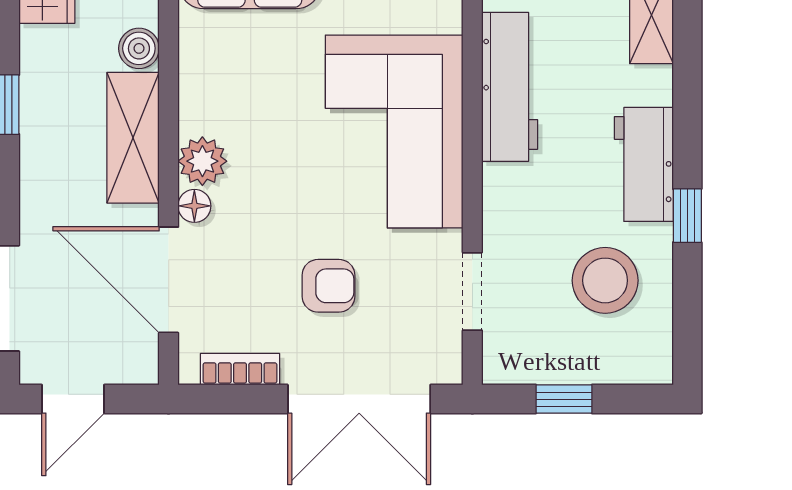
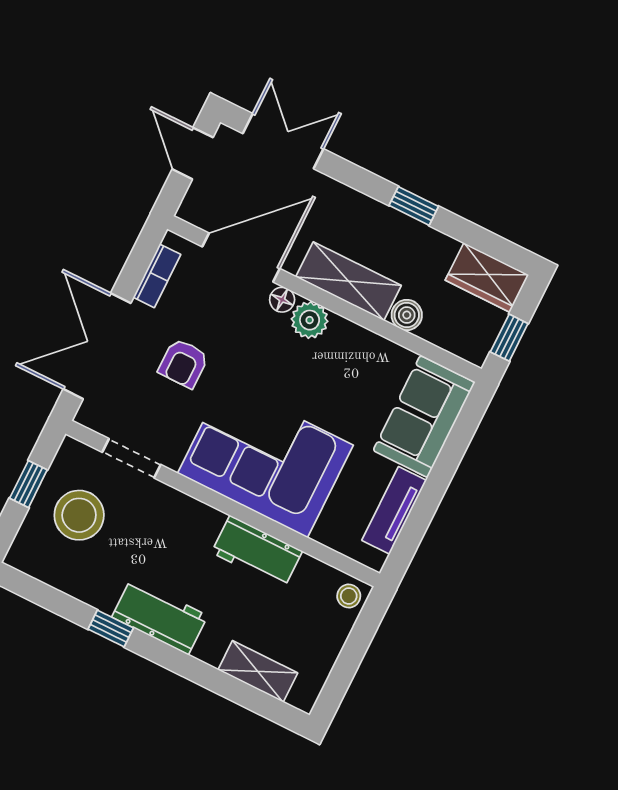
workbench: (510, 87) -> (257, 552), width x0.73
stool: (605, 280) -> (79, 515), moved

